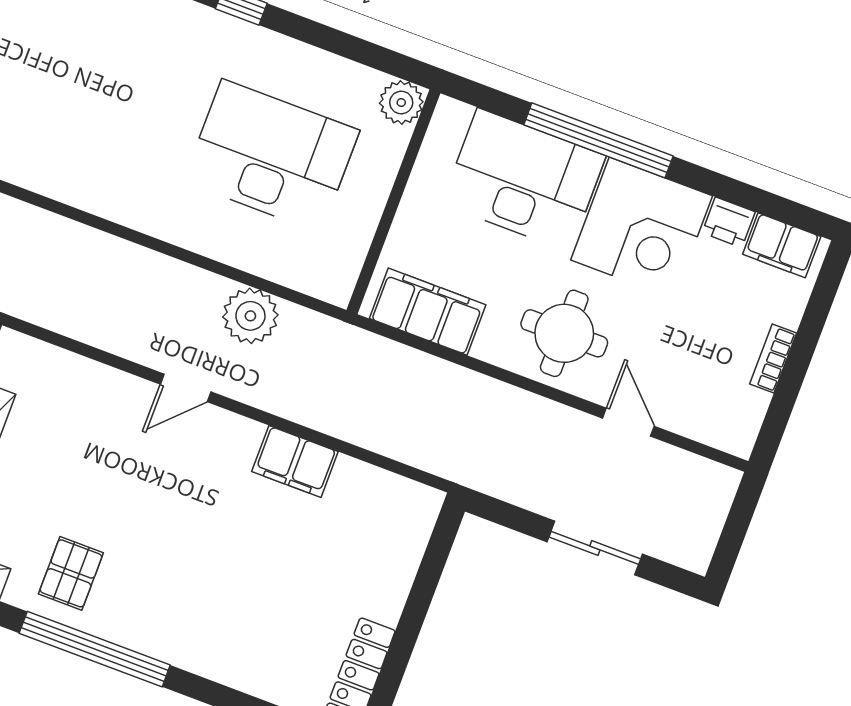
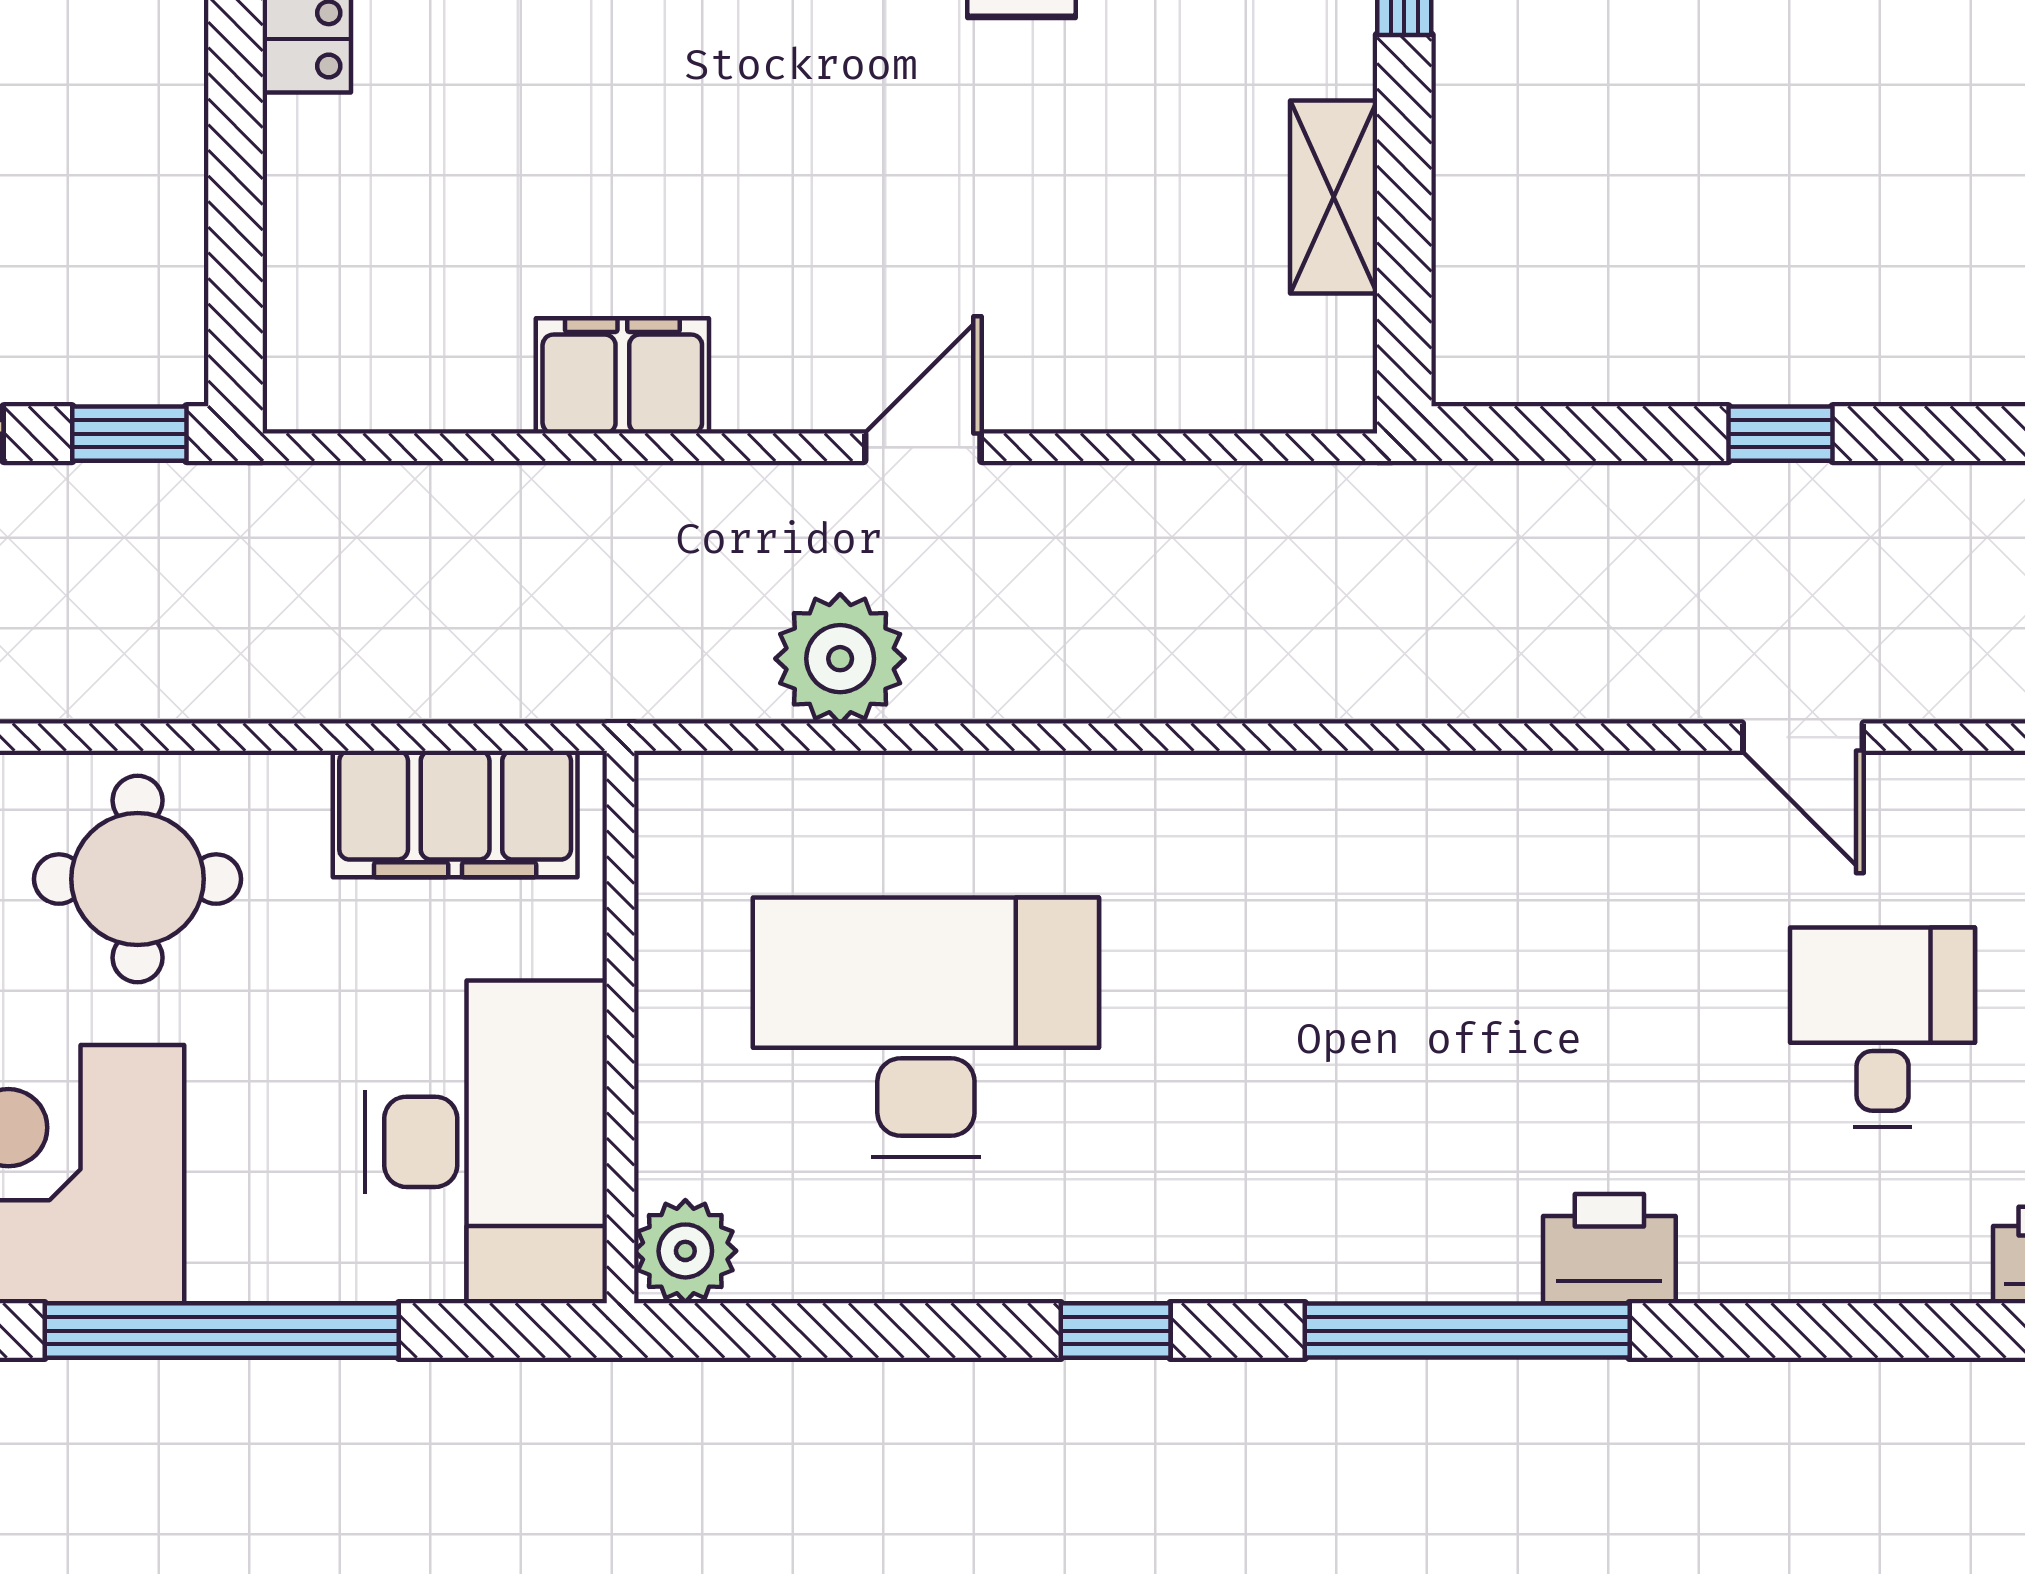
desk: (271, 156) -> (926, 1027), turned 180
desk: (524, 180) -> (486, 1142), moved, turned -90
window: (501, 513) -> (129, 434), added

